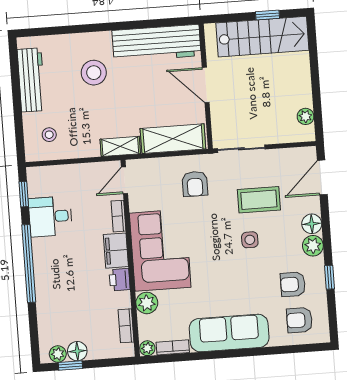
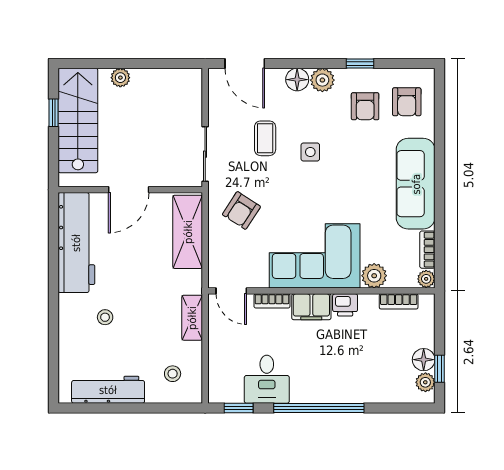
stool: (94, 73) -> (105, 317), width x0.53, depth x0.53
plant: (306, 116) -> (120, 78), moved
shelving: (120, 146) -> (192, 318), moved
armchair: (195, 184) -> (241, 210), turned 123
coffee table: (259, 200) -> (265, 138), width x0.73, depth x0.77

